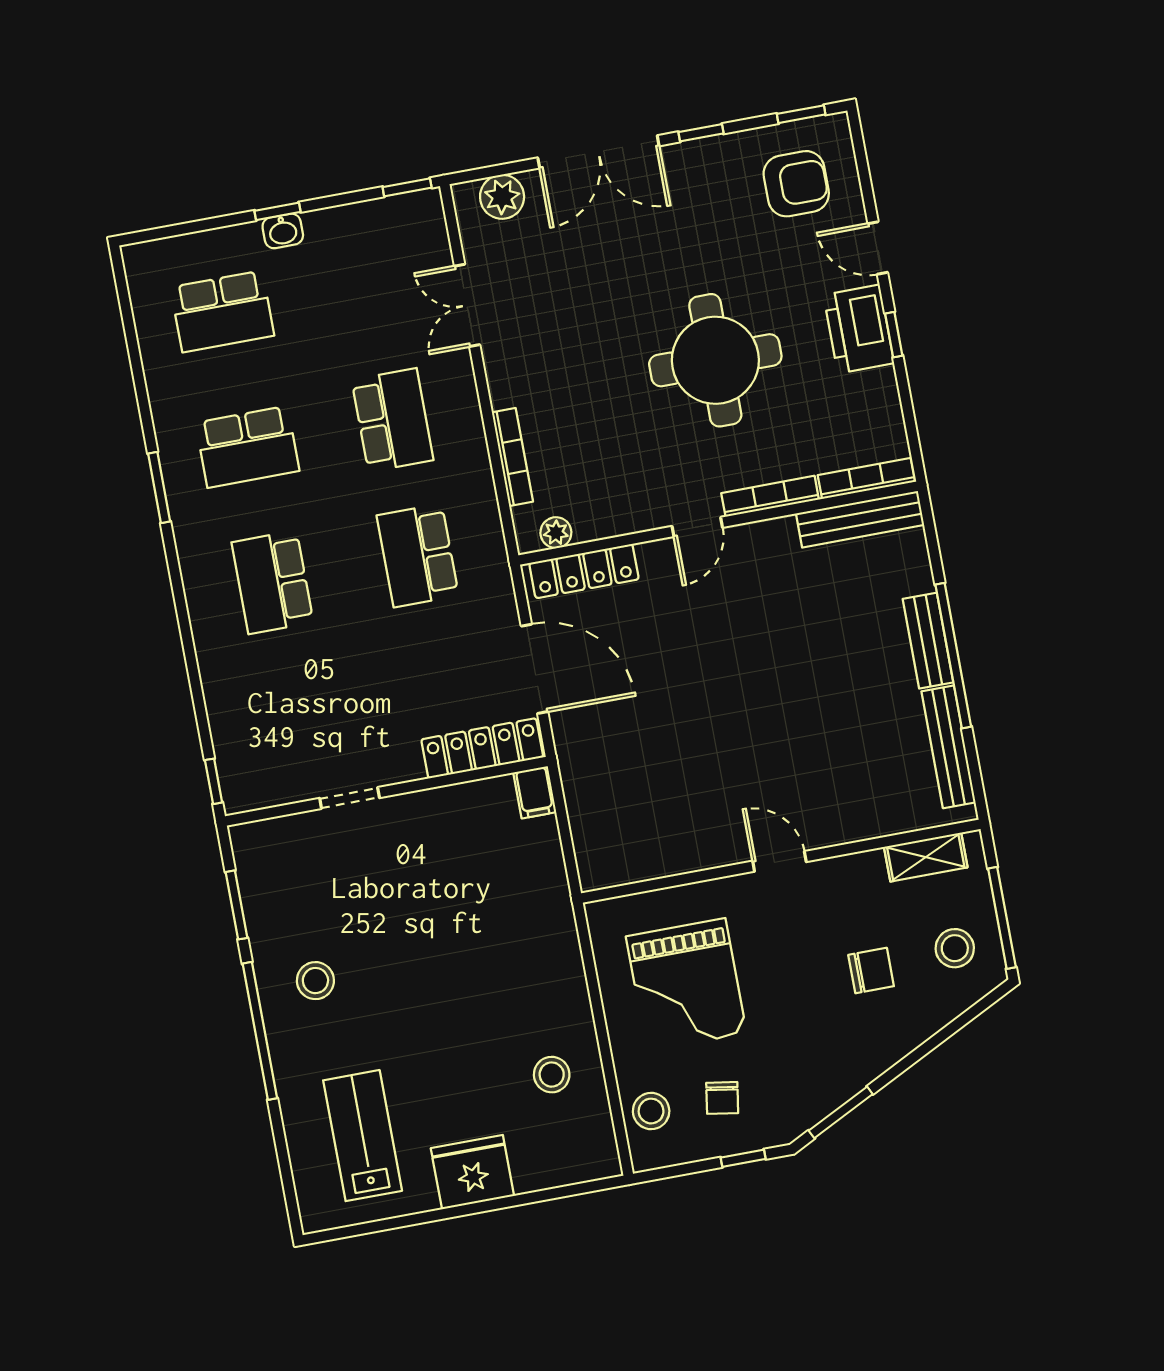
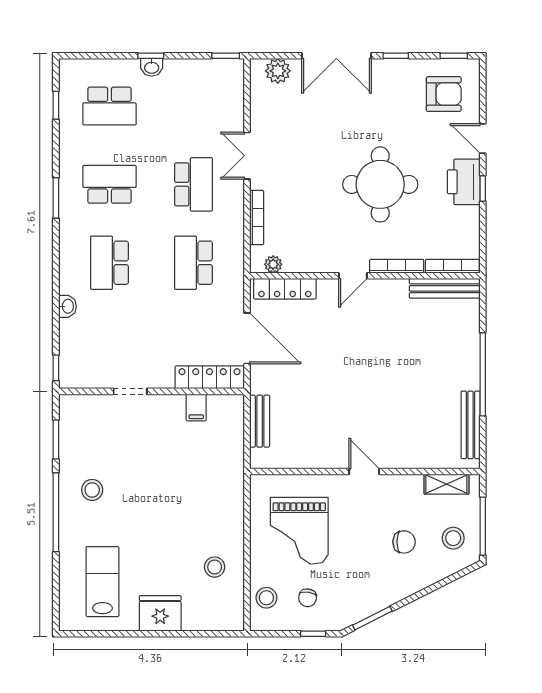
double door: (467, 305) -> (247, 156), moved
window: (129, 327) -> (56, 105), added
school desk: (247, 447) -> (109, 184), turned 180
bench: (928, 641) -> (260, 421), moved
washbasin: (214, 671) -> (67, 306), added
filing cabinet: (535, 792) -> (196, 407), moved

